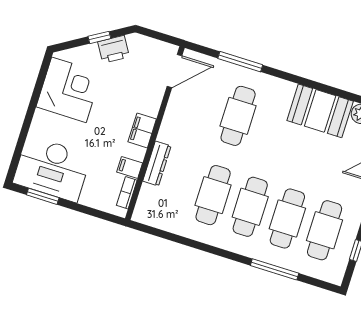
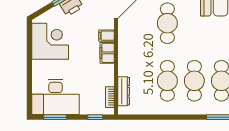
dresser: (157, 164) -> (124, 91), moved
filing cabinet: (130, 167) -> (107, 36), moved
window: (98, 214) -> (95, 117), added

